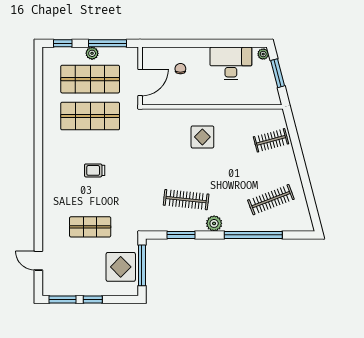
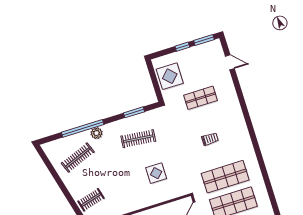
display table: (202, 137) -> (156, 173), moved
plant: (214, 223) -> (96, 133), moved
window: (142, 265) -> (155, 82), removed

